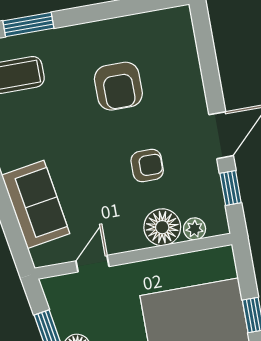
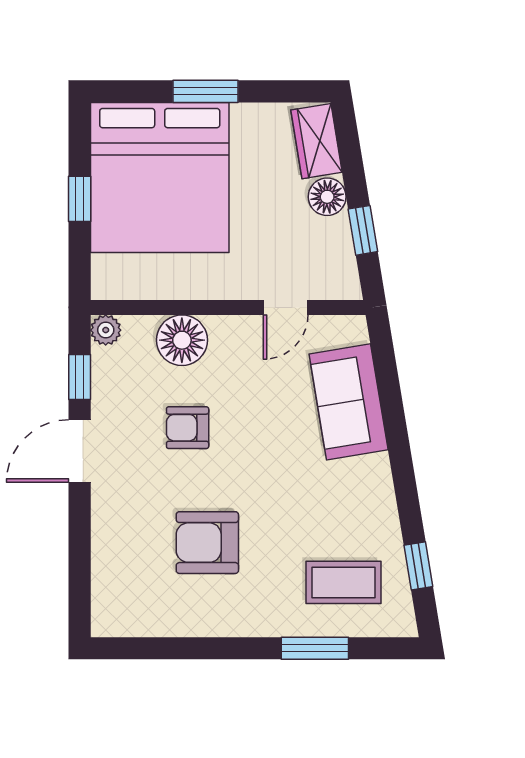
armchair: (118, 86) -> (207, 543), turned -90
plant: (195, 229) -> (106, 330), moved

